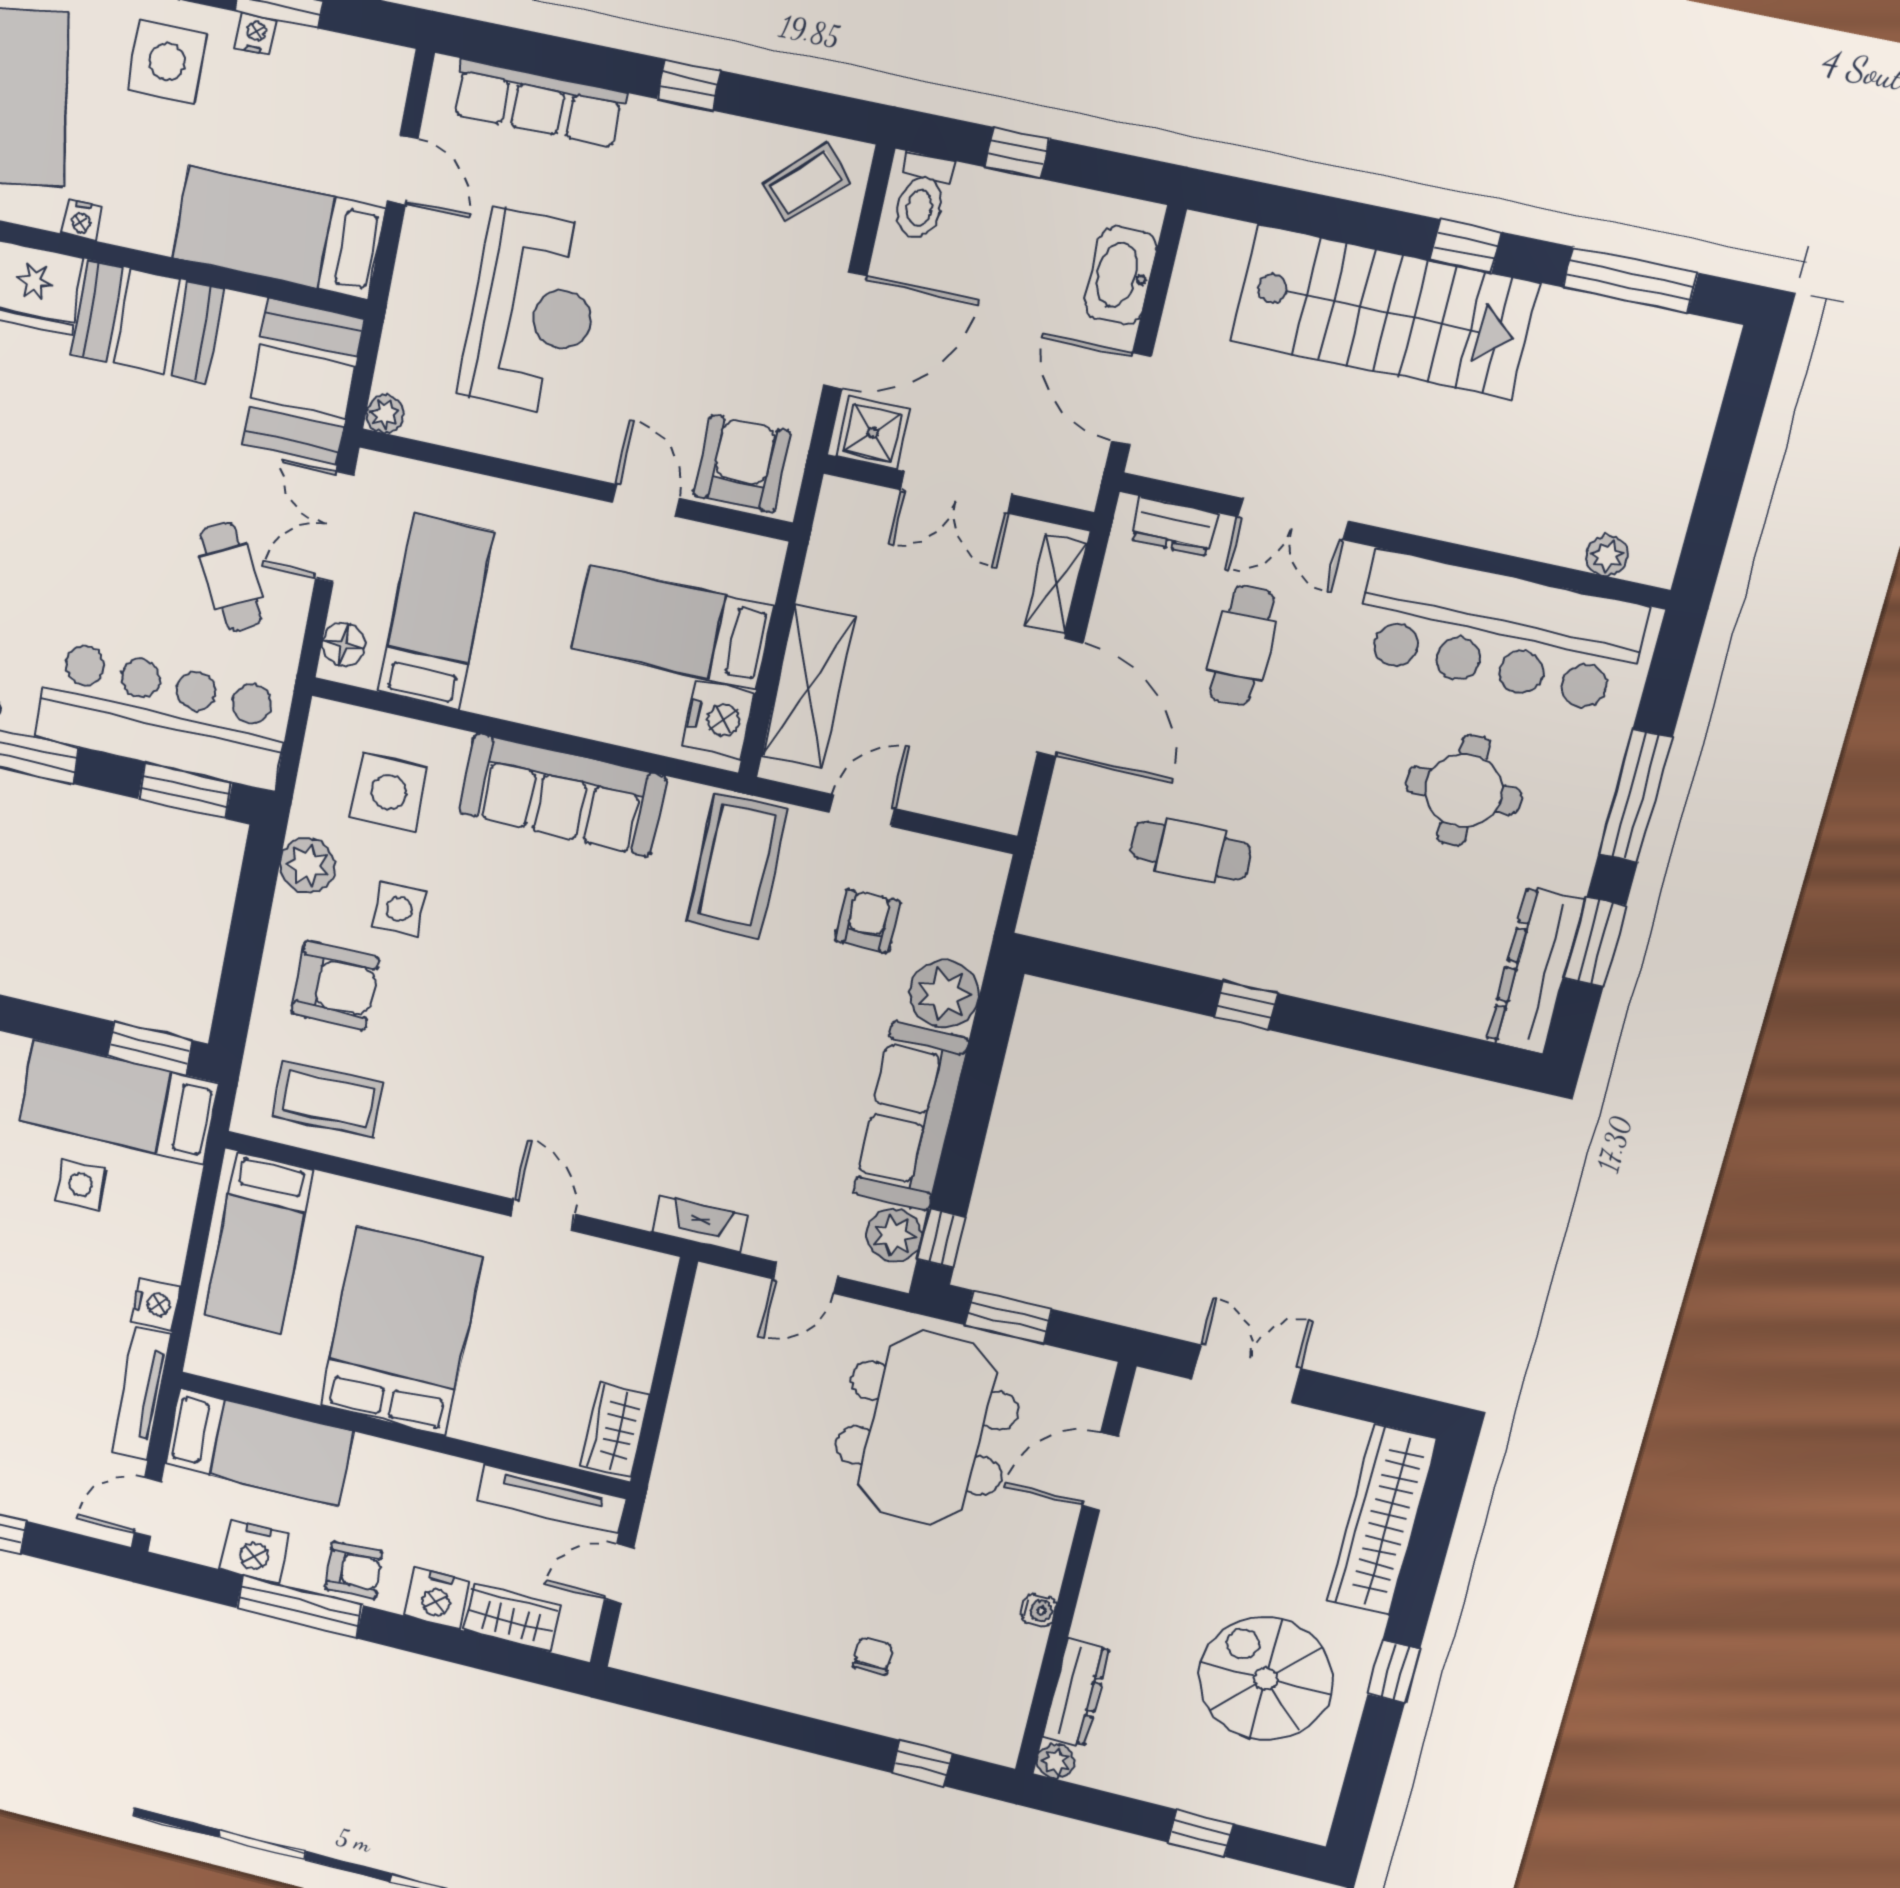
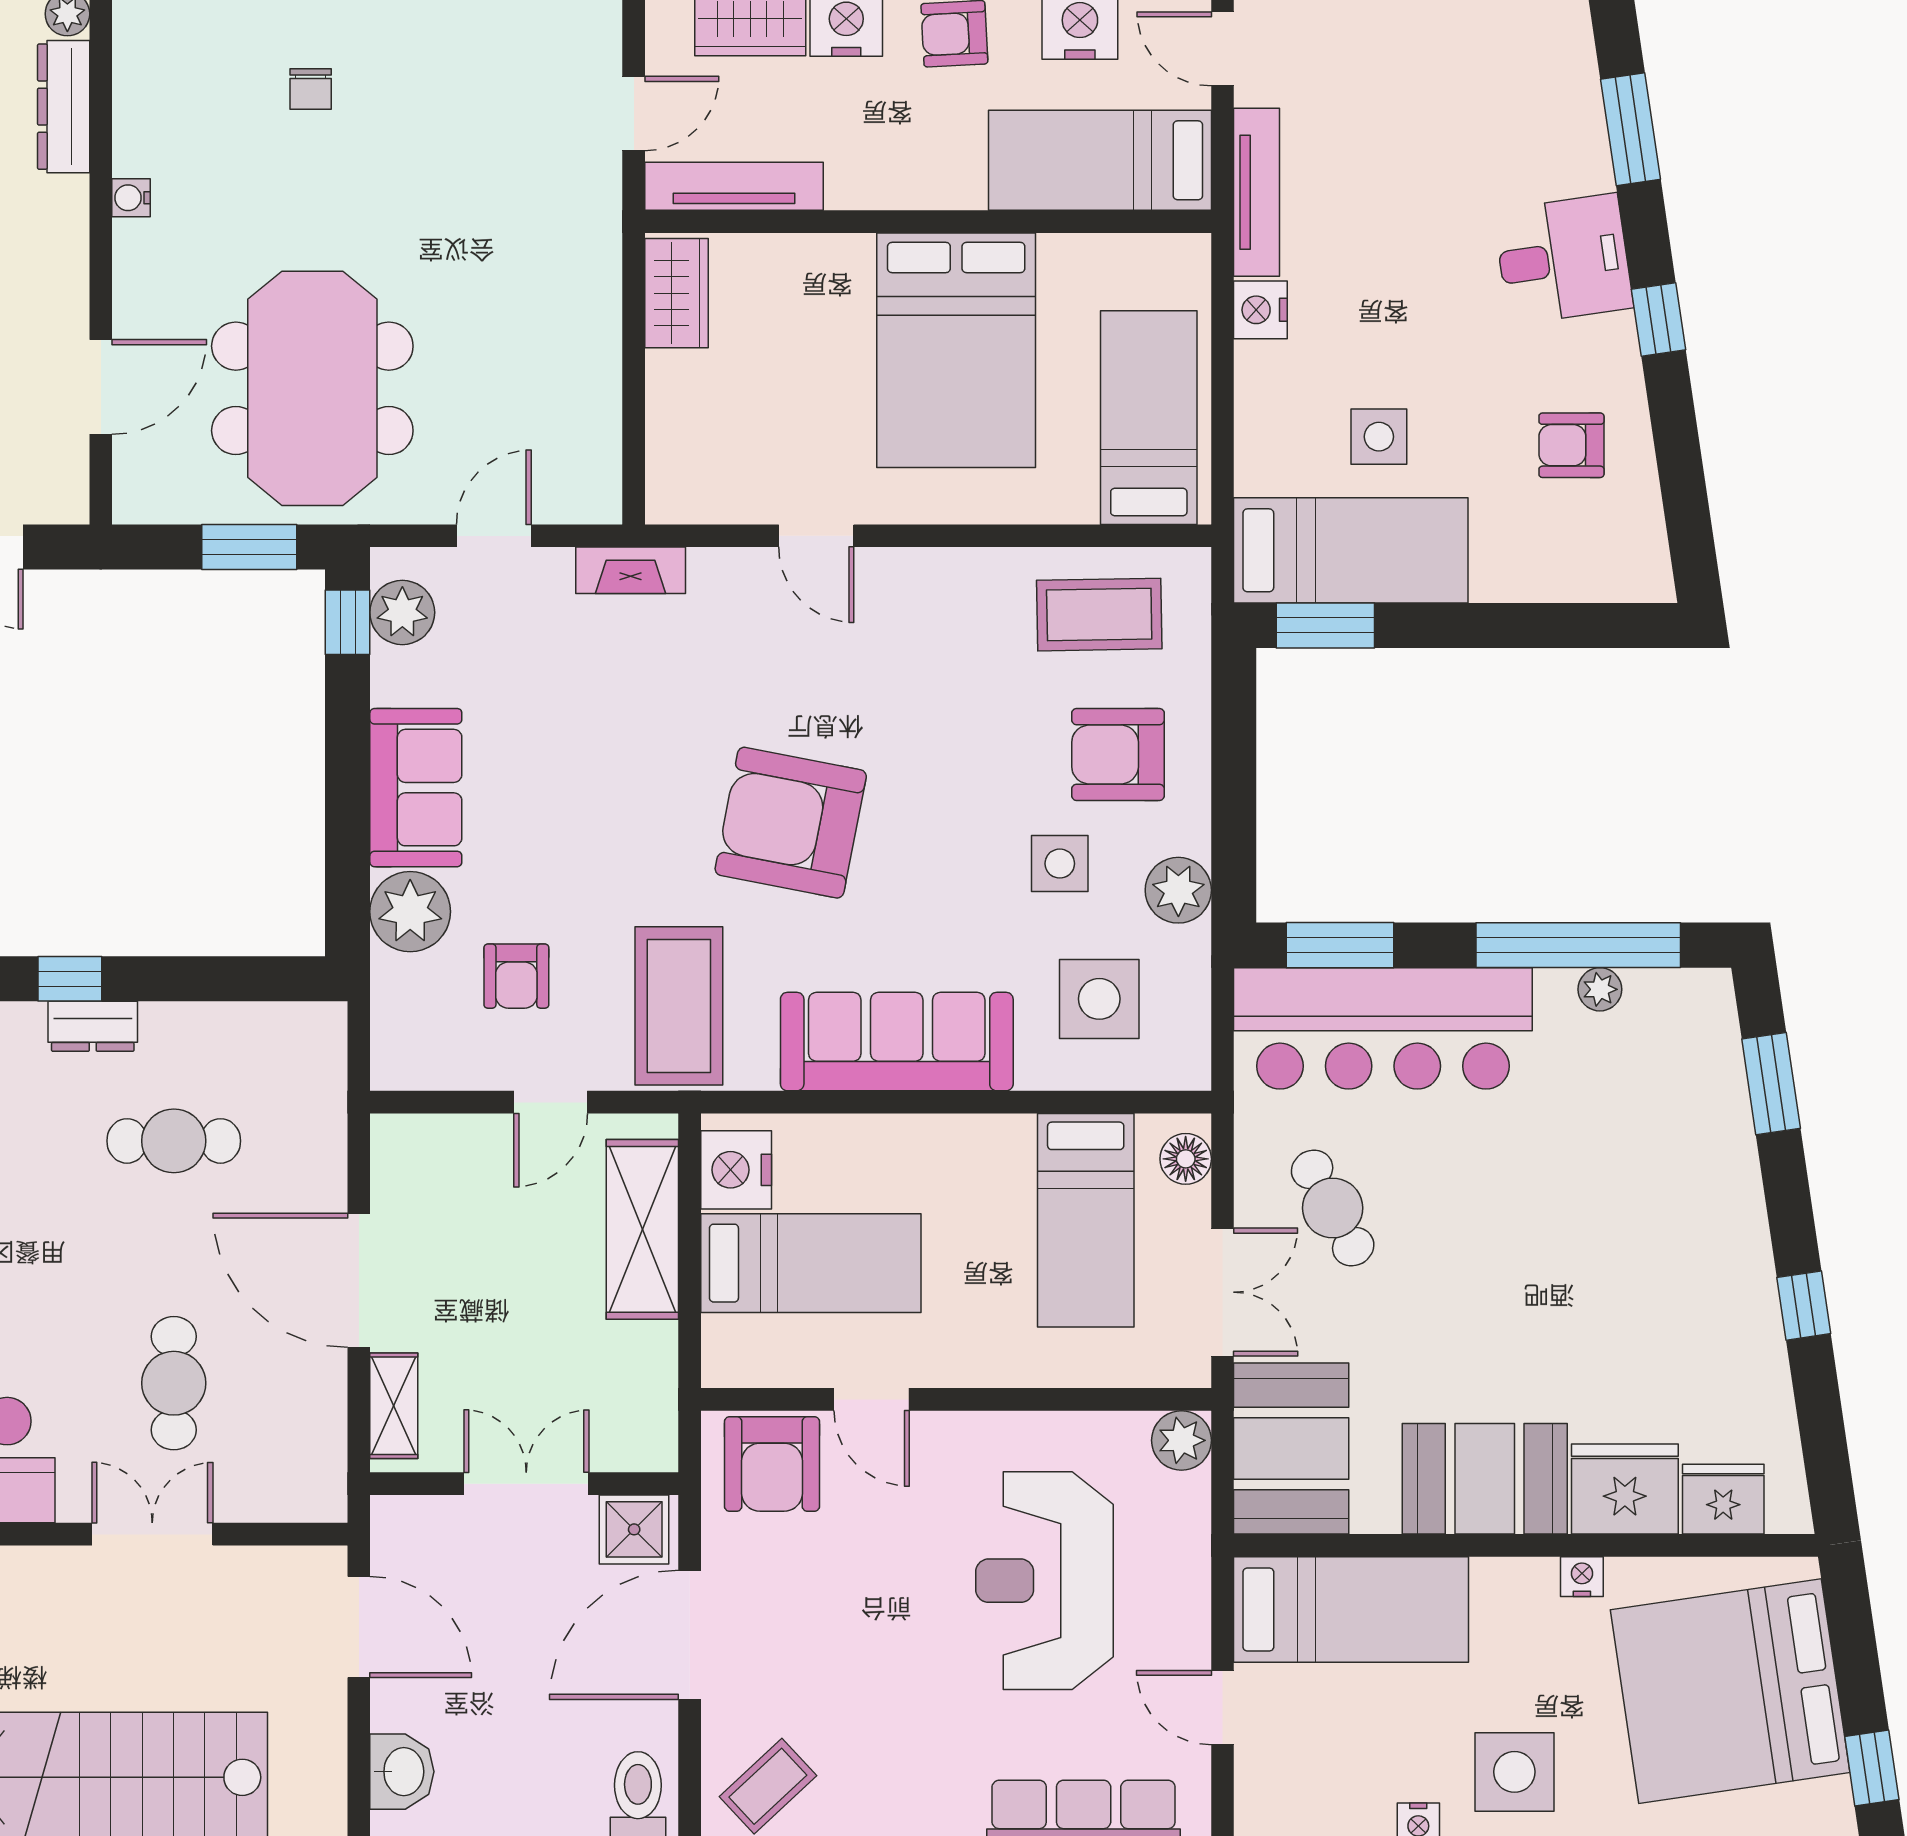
washbasin: (1121, 276) -> (402, 1772), width x0.72
plant: (385, 414) -> (1181, 1440), width x1.38, depth x1.38
dresser: (1174, 527) -> (93, 1026), moved, turned 180
armchair: (612, 993) -> (791, 823), added
sofa: (910, 1116) -> (416, 788), width x0.73
door: (148, 1507) -> (1222, 49), swing flipped

